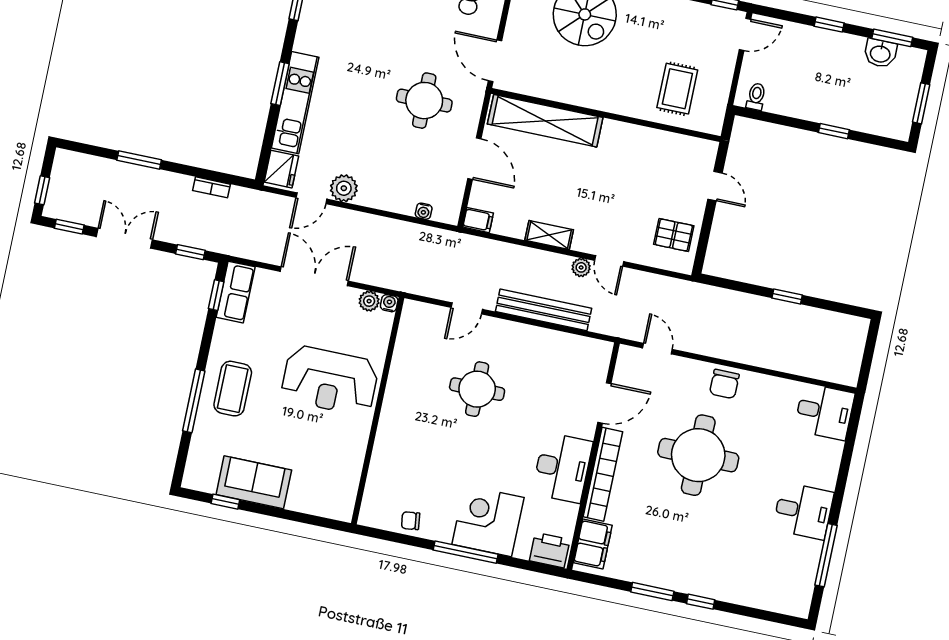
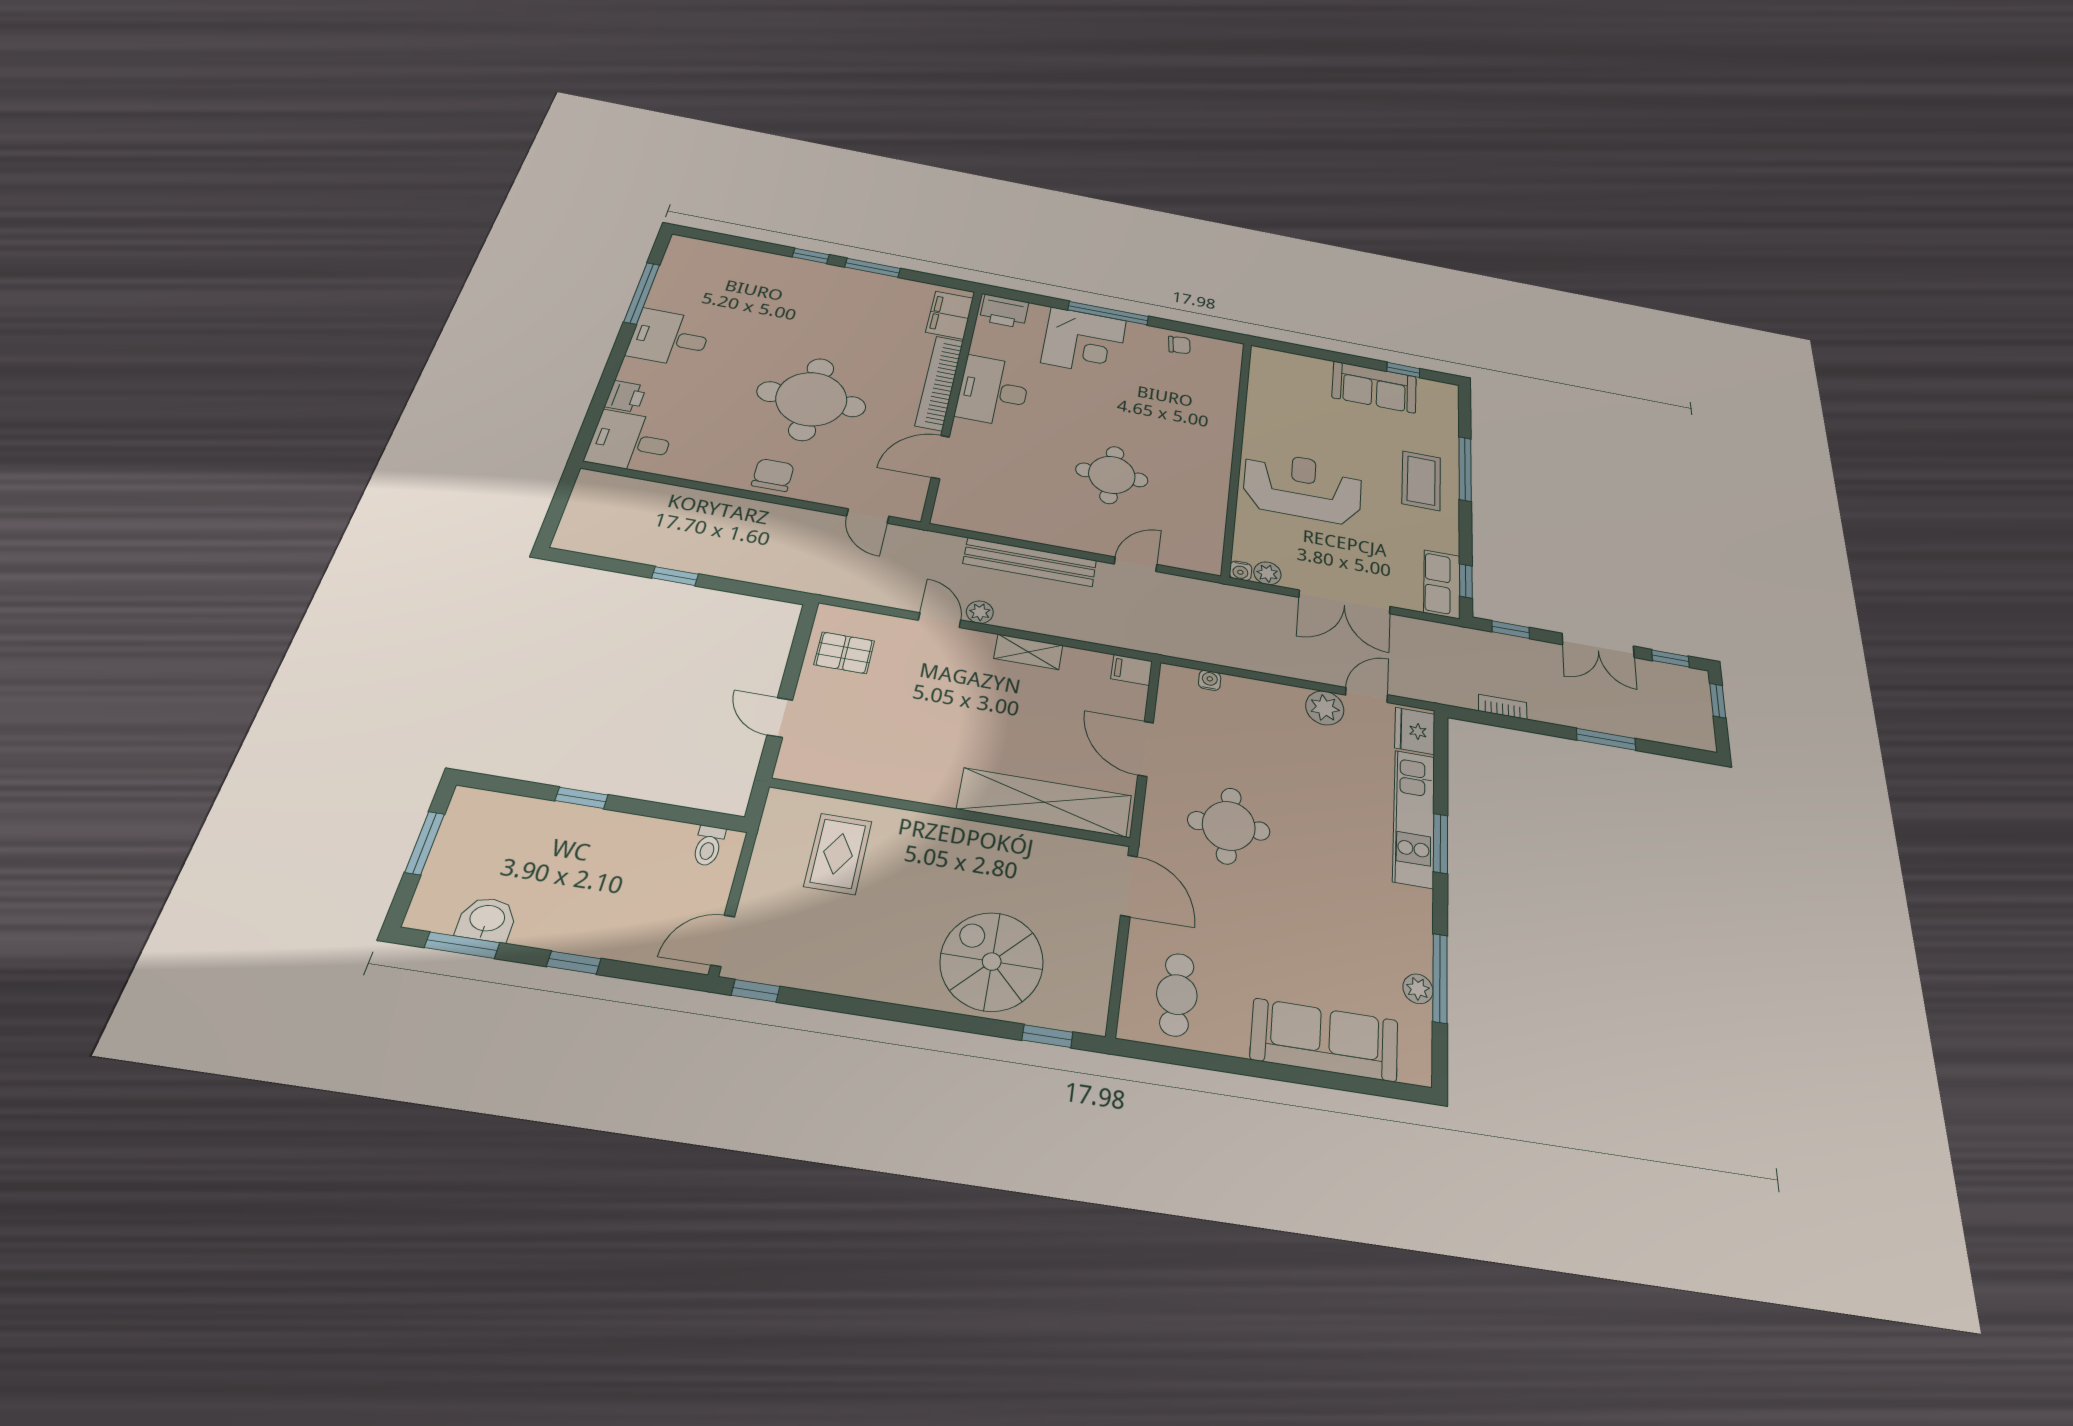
printer: (831, 453) -> (626, 396), added

